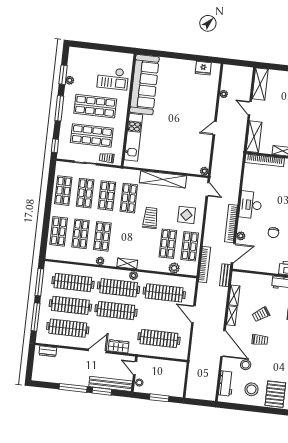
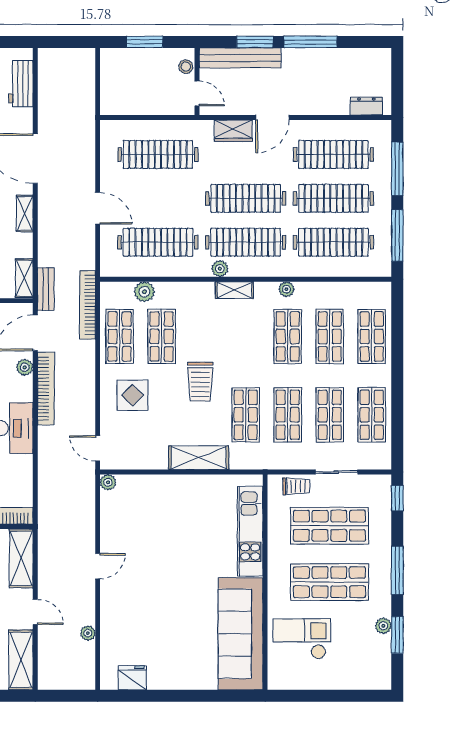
shelving: (163, 179) -> (199, 458), width x0.68
shelving: (234, 295) -> (24, 278), moved

